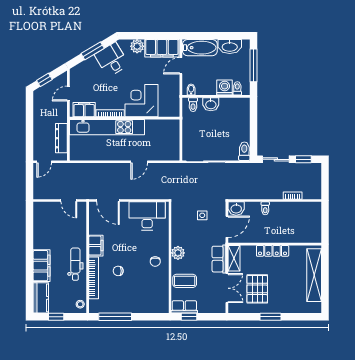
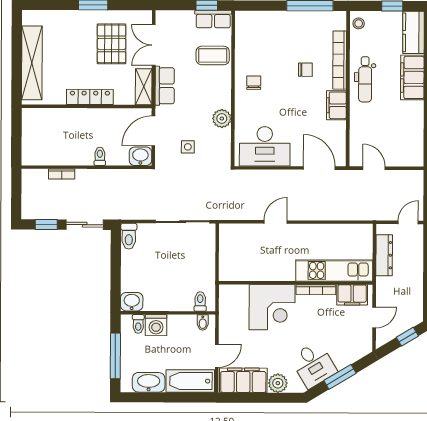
washbasin: (211, 104) -> (132, 302), moved
kitchen unit: (107, 127) -> (334, 271), width x0.73
plant: (178, 253) -> (222, 119), moved

